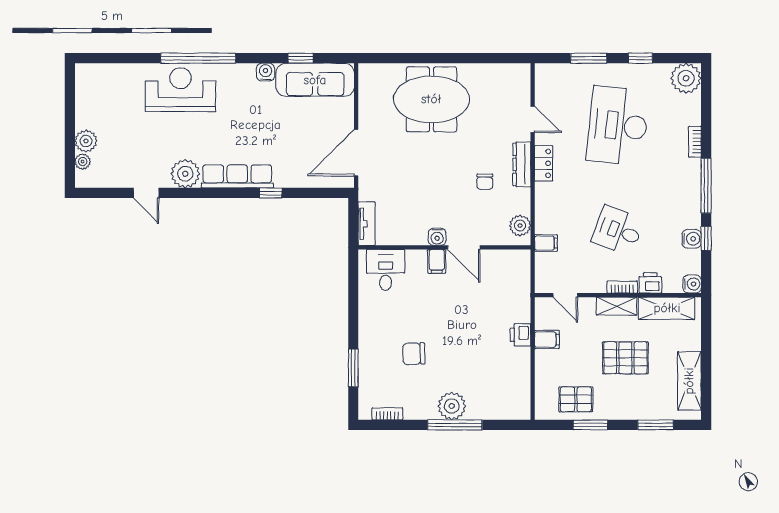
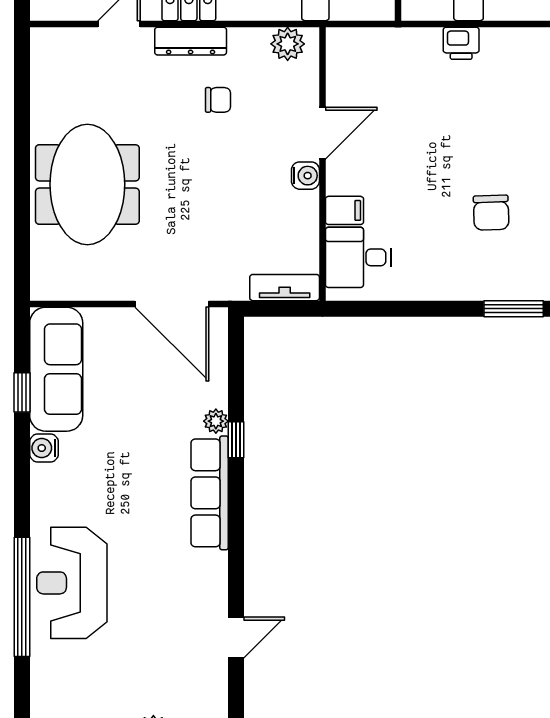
window: (198, 58) -> (22, 597), moved
plant: (185, 174) -> (216, 421), moved, width x0.53, depth x0.53
filing cabinet: (437, 261) -> (344, 210), moved

